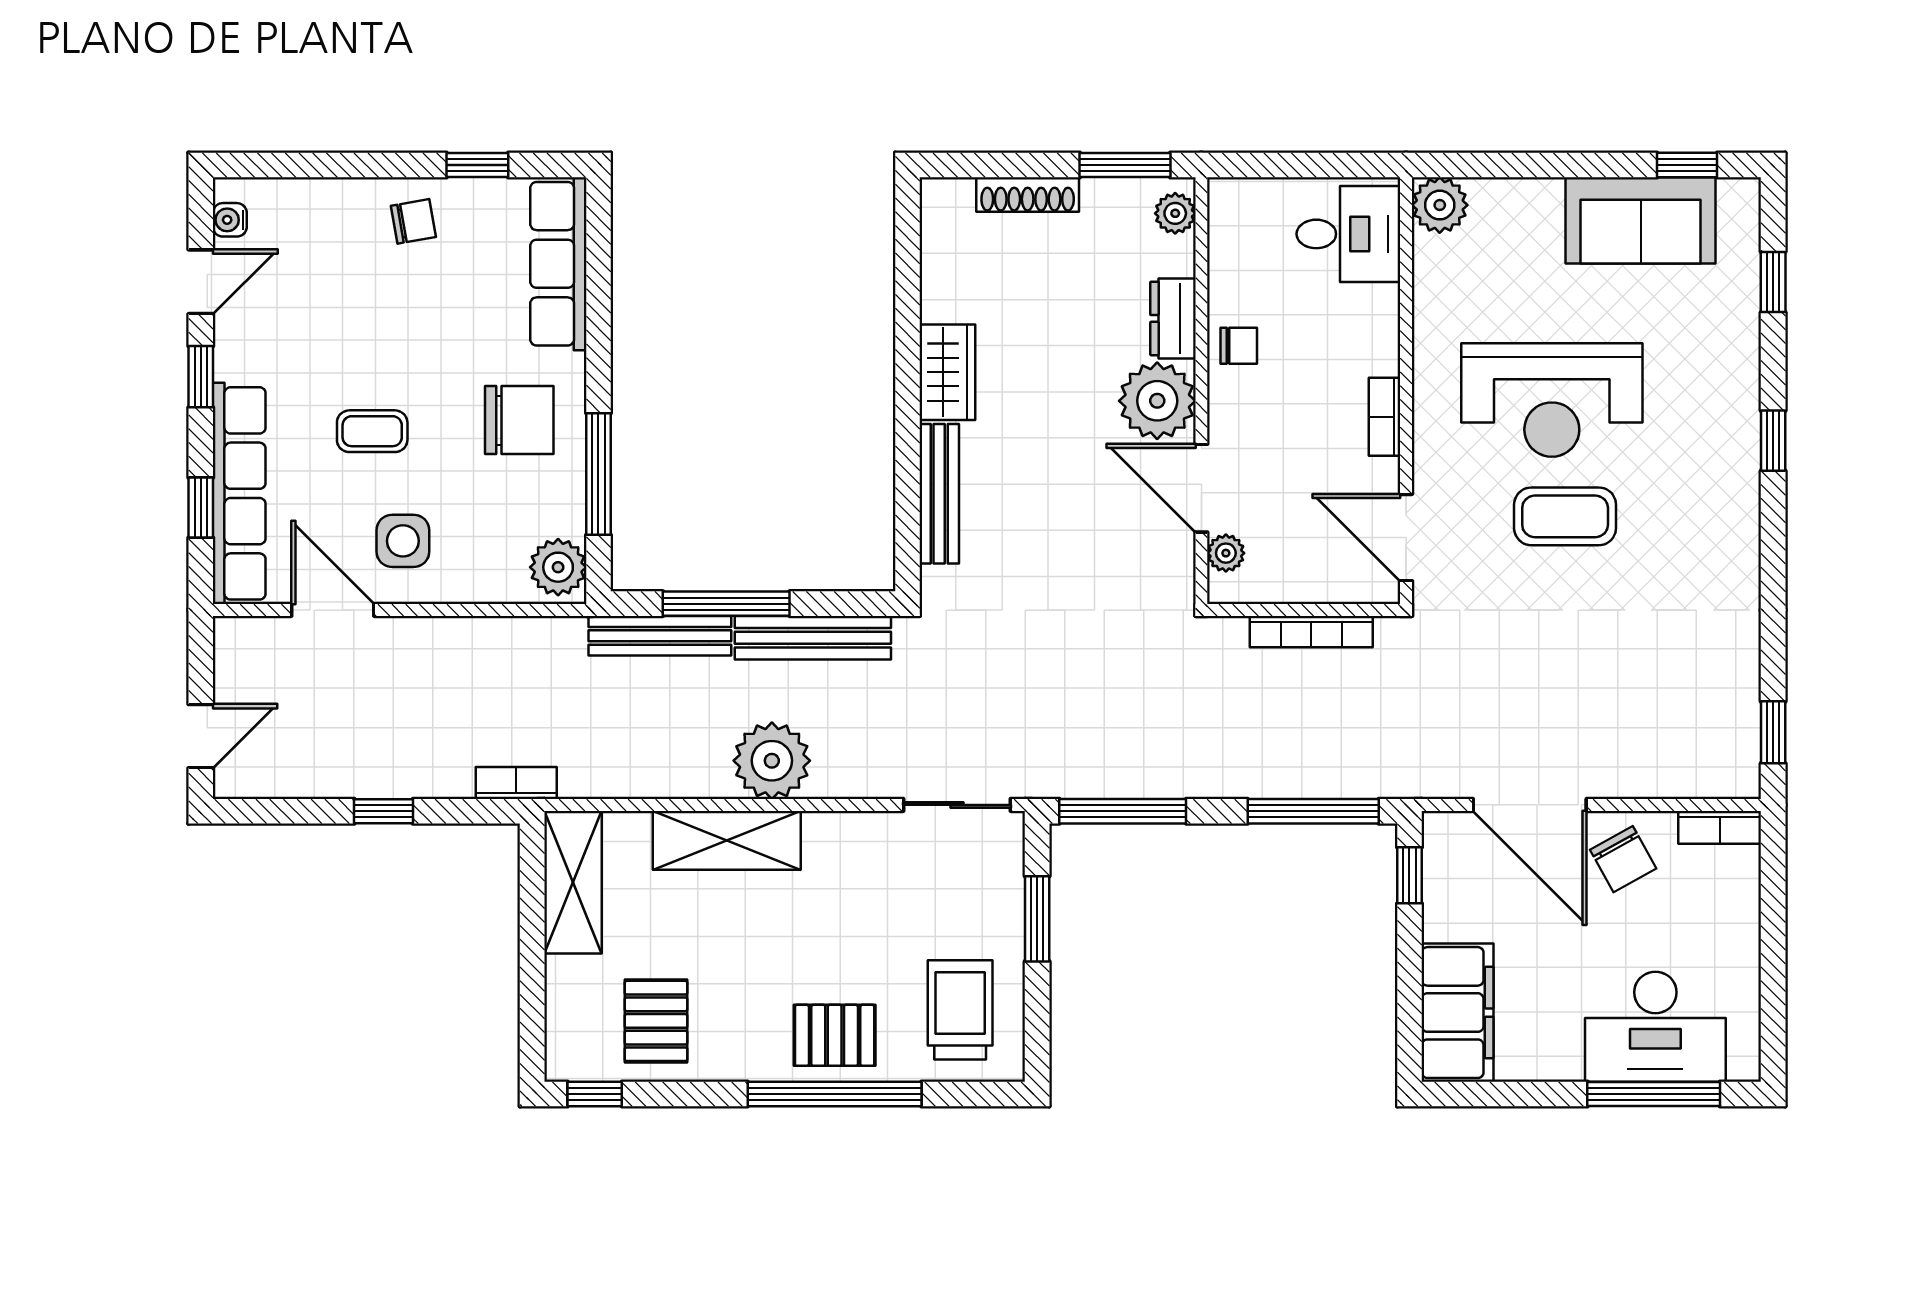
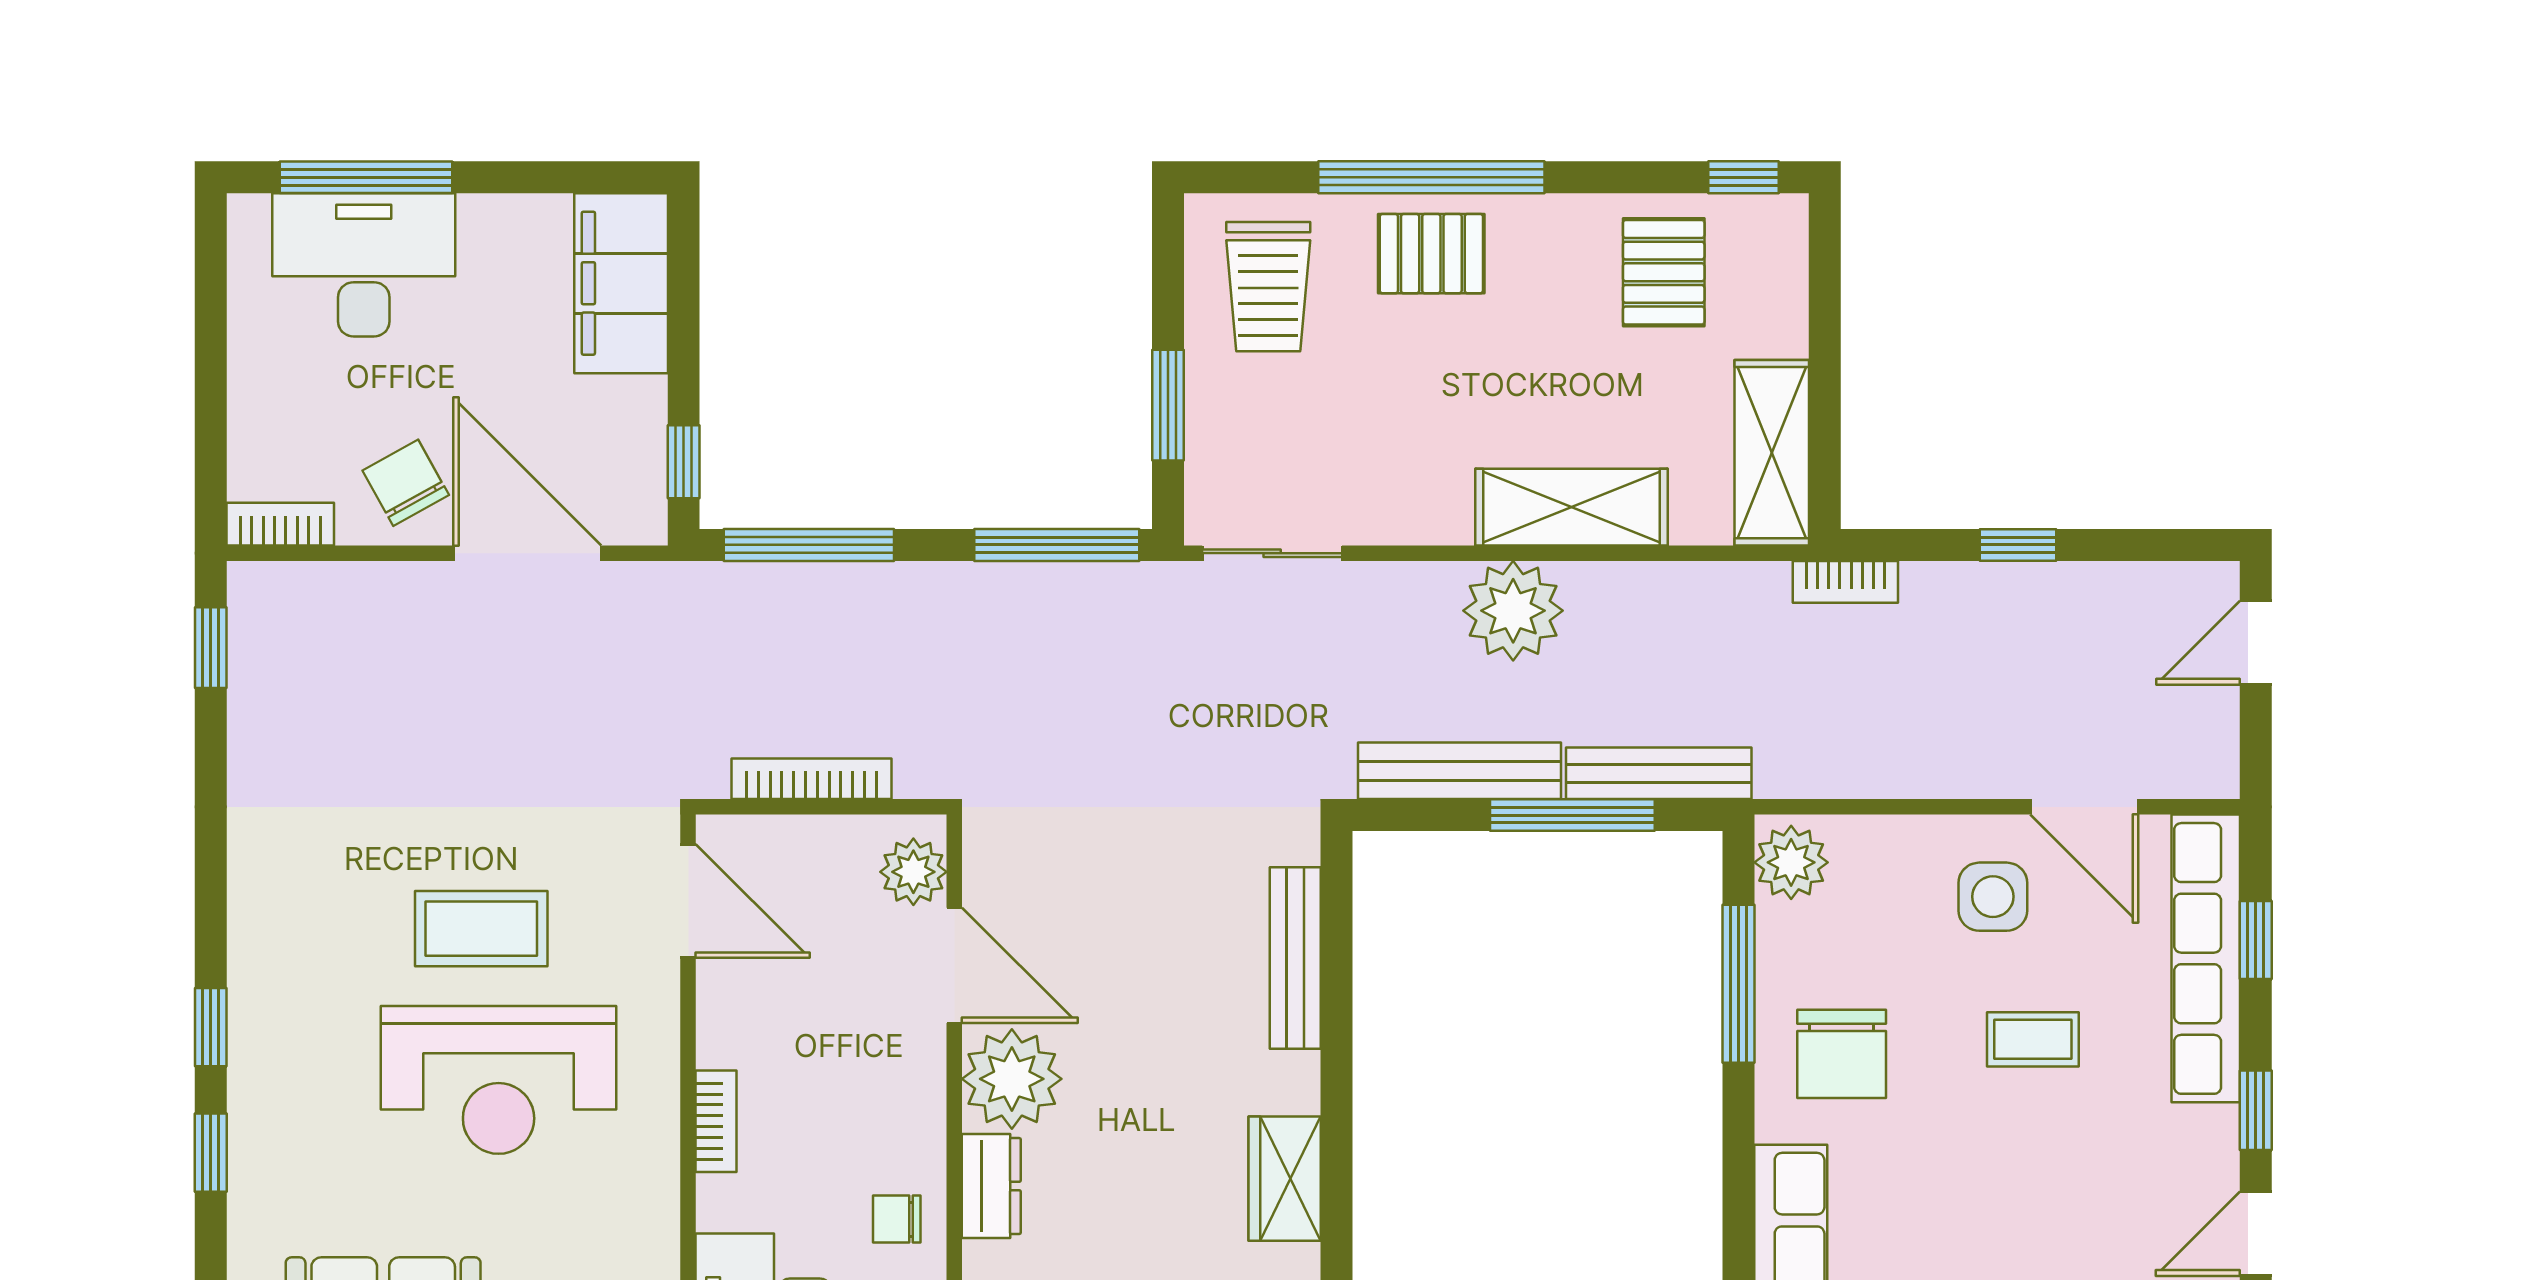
window: (1773, 282) -> (211, 1153), moved
chair: (1239, 346) -> (897, 1219), moved
wardrobe: (947, 372) -> (1285, 1179), moved
reception desk: (1552, 400) -> (499, 1080), turned 180
bookcase: (1385, 417) -> (716, 1121), moved
chair: (519, 420) -> (1842, 1054), turned -90
plant: (1226, 553) -> (913, 872), width x1.38, depth x1.38

